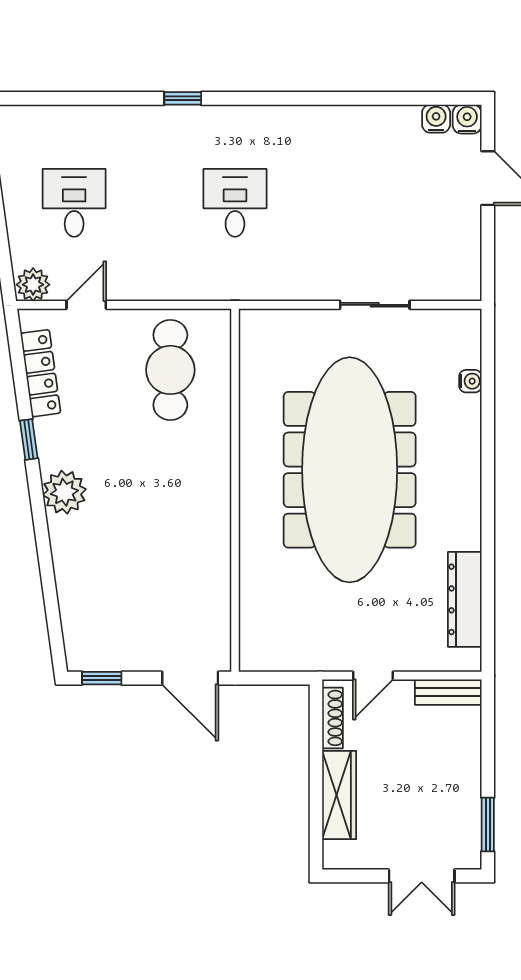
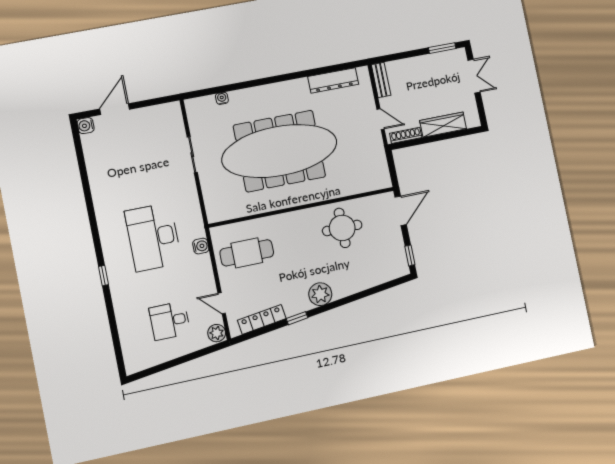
water cooler: (436, 119) -> (201, 246), moved, turned 180
desk: (235, 203) -> (153, 237), width x1.87, depth x1.30
round table: (180, 559) -> (342, 228), added

